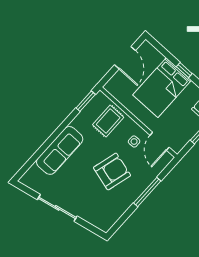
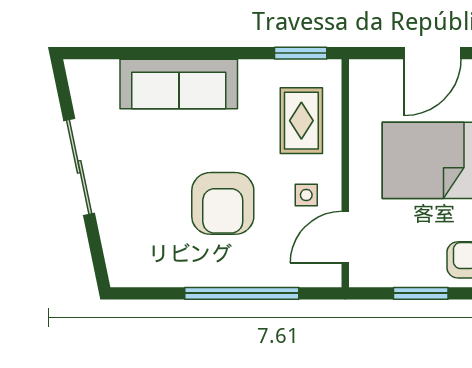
rug: (108, 121) -> (301, 121), turned 90
armchair: (112, 171) -> (223, 203), turned 75
window: (147, 192) -> (242, 293), width x1.46

